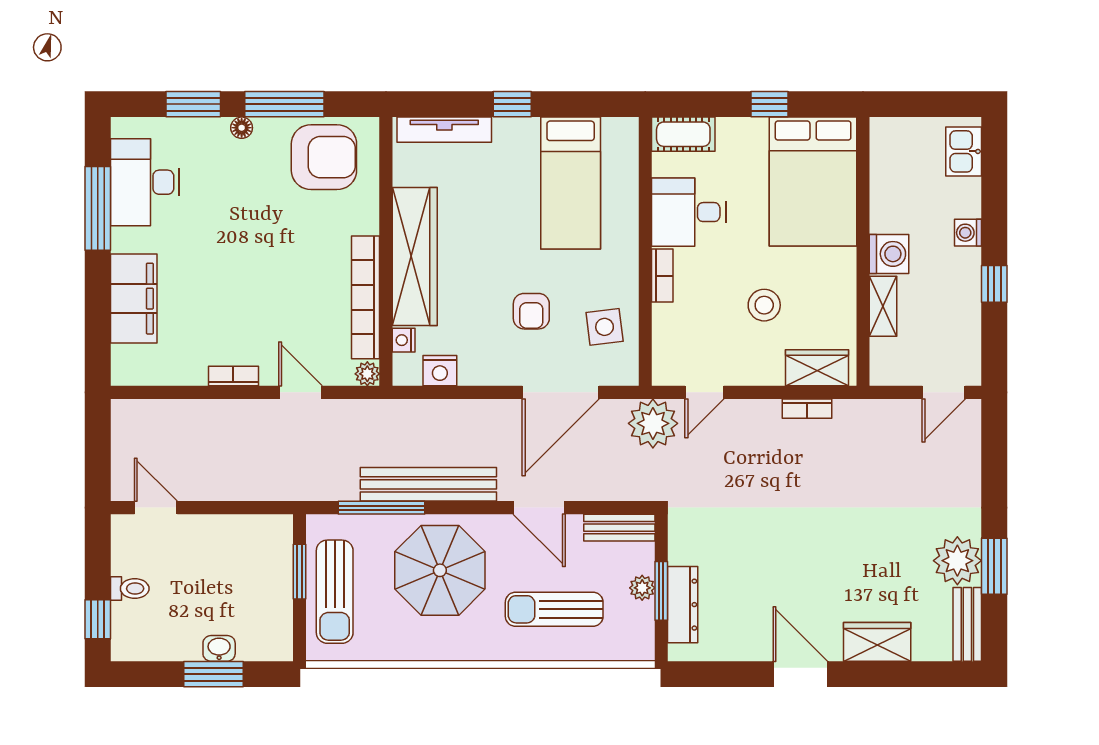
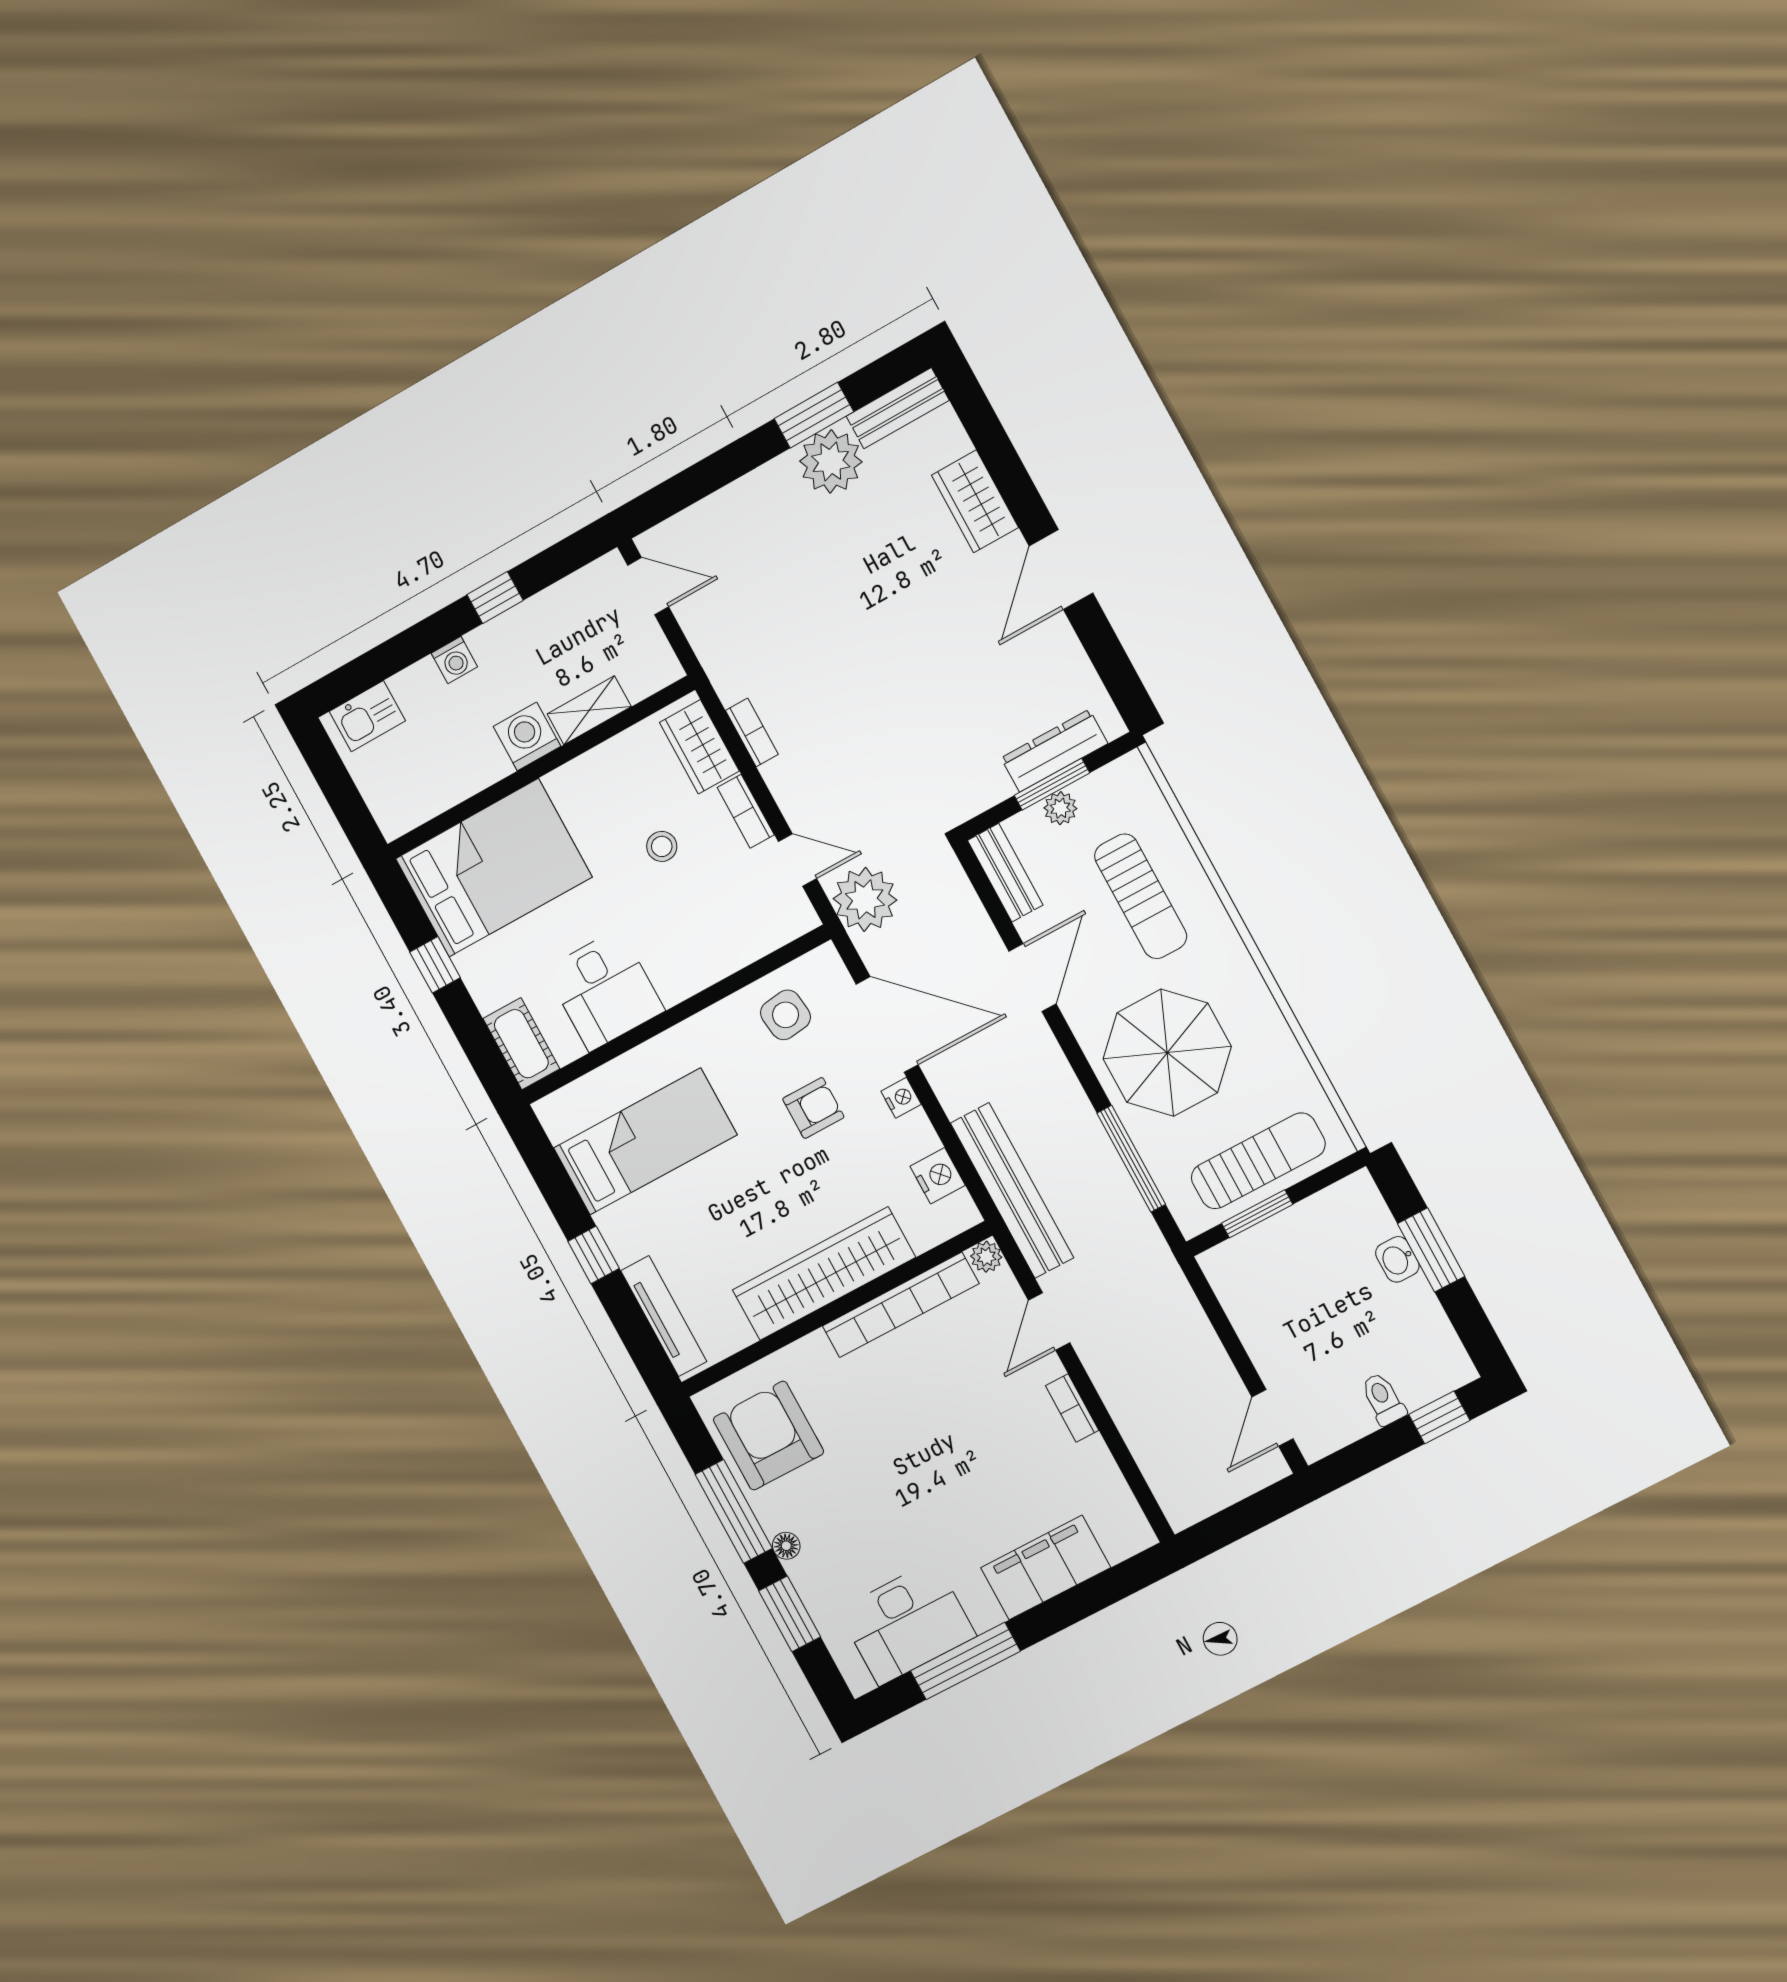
bookcase: (662, 276) -> (746, 811), moved, turned -90
stool: (764, 305) -> (662, 846), width x0.73, depth x0.73
nightstand: (404, 340) -> (901, 1098), moved, turned -90
bench: (428, 484) -> (1012, 1190), moved

